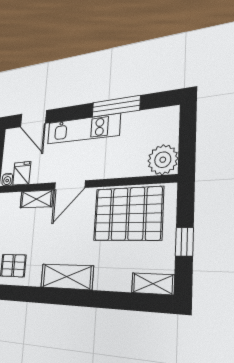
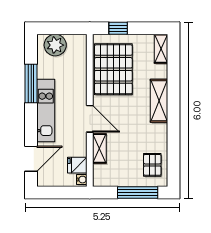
plant: (163, 160) -> (55, 45), moved
window: (184, 242) -> (118, 28), moved
shelving: (67, 277) -> (159, 101), moved

